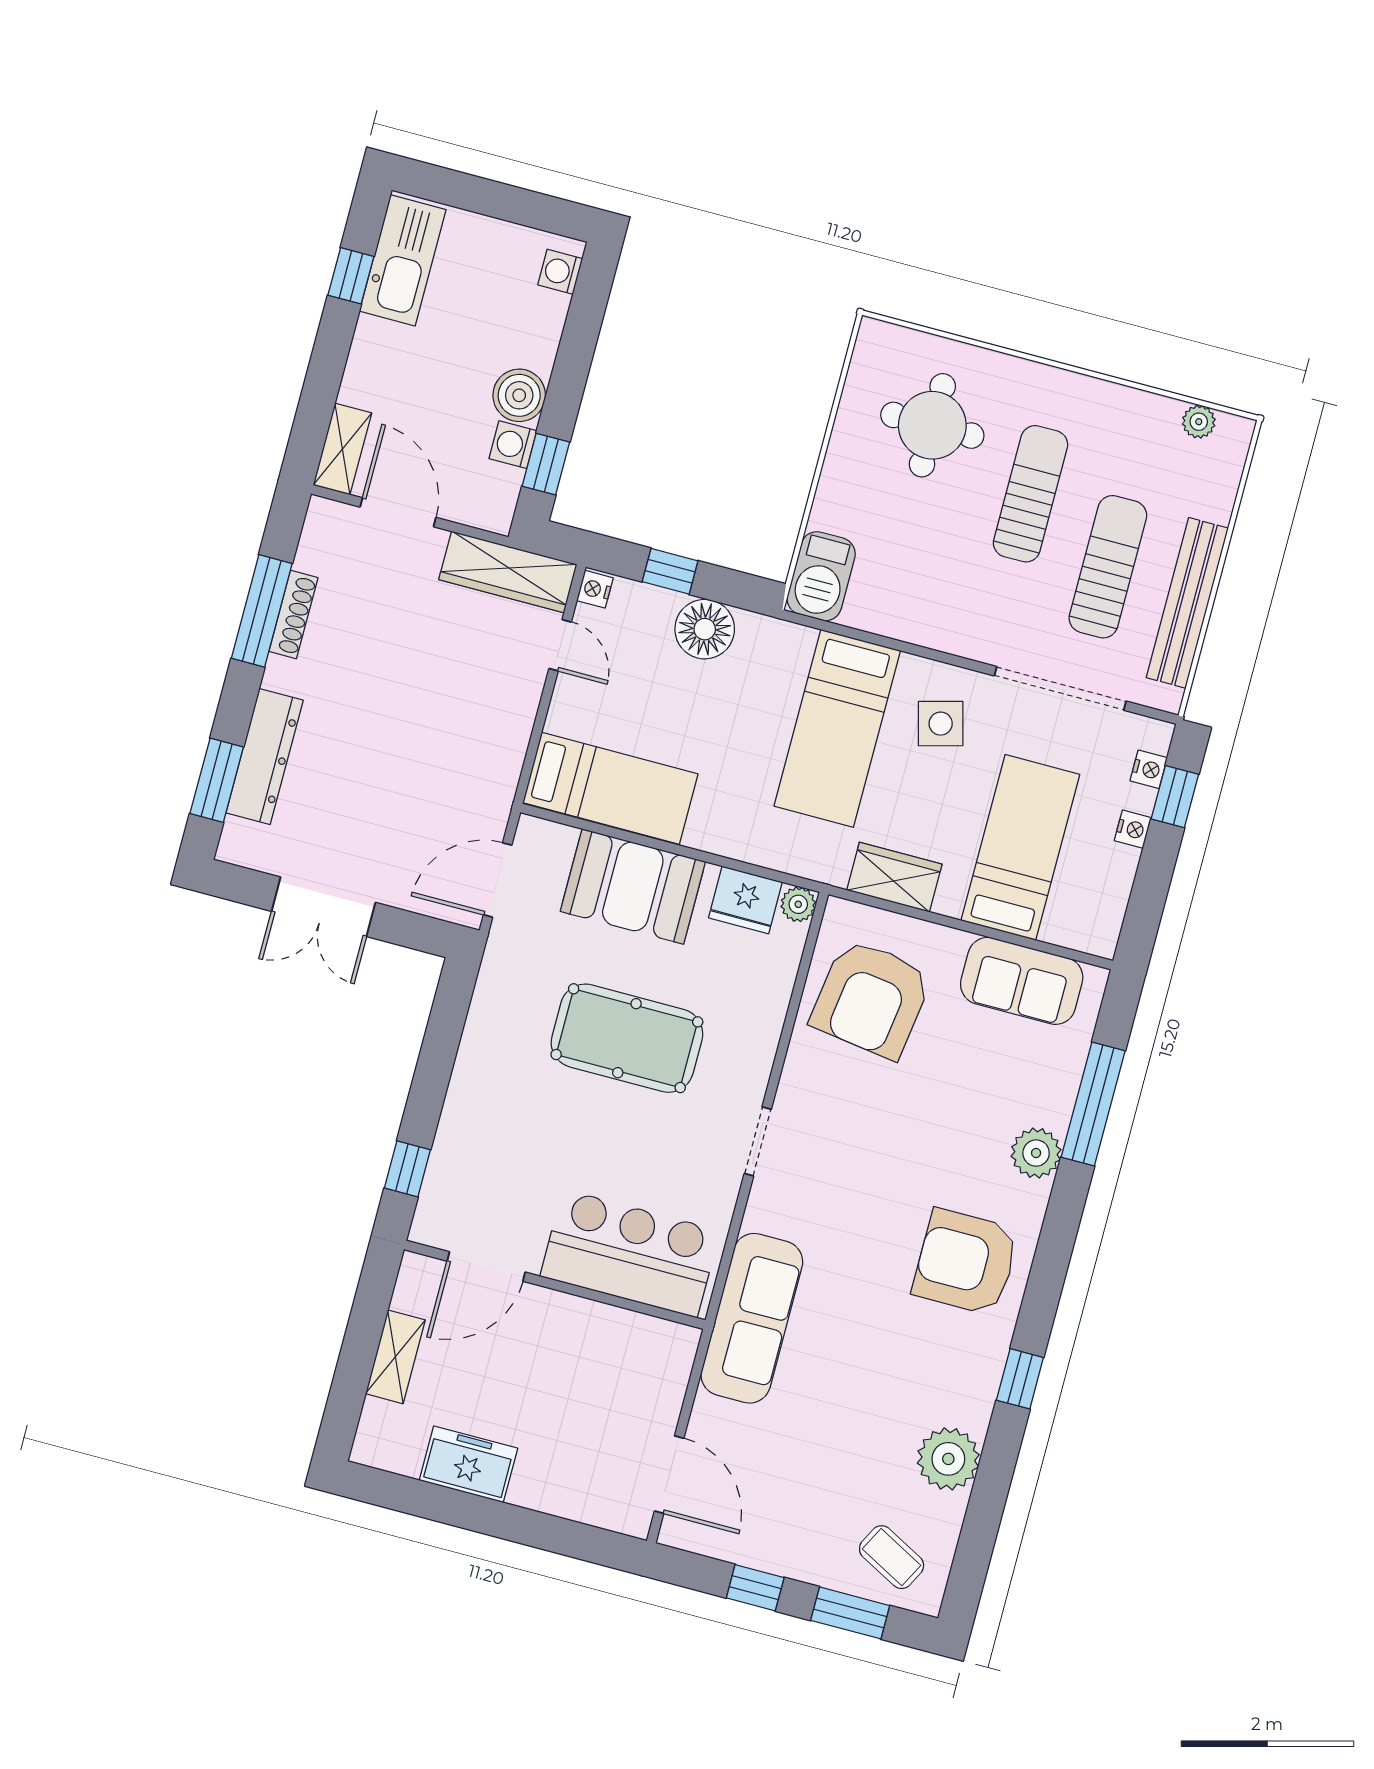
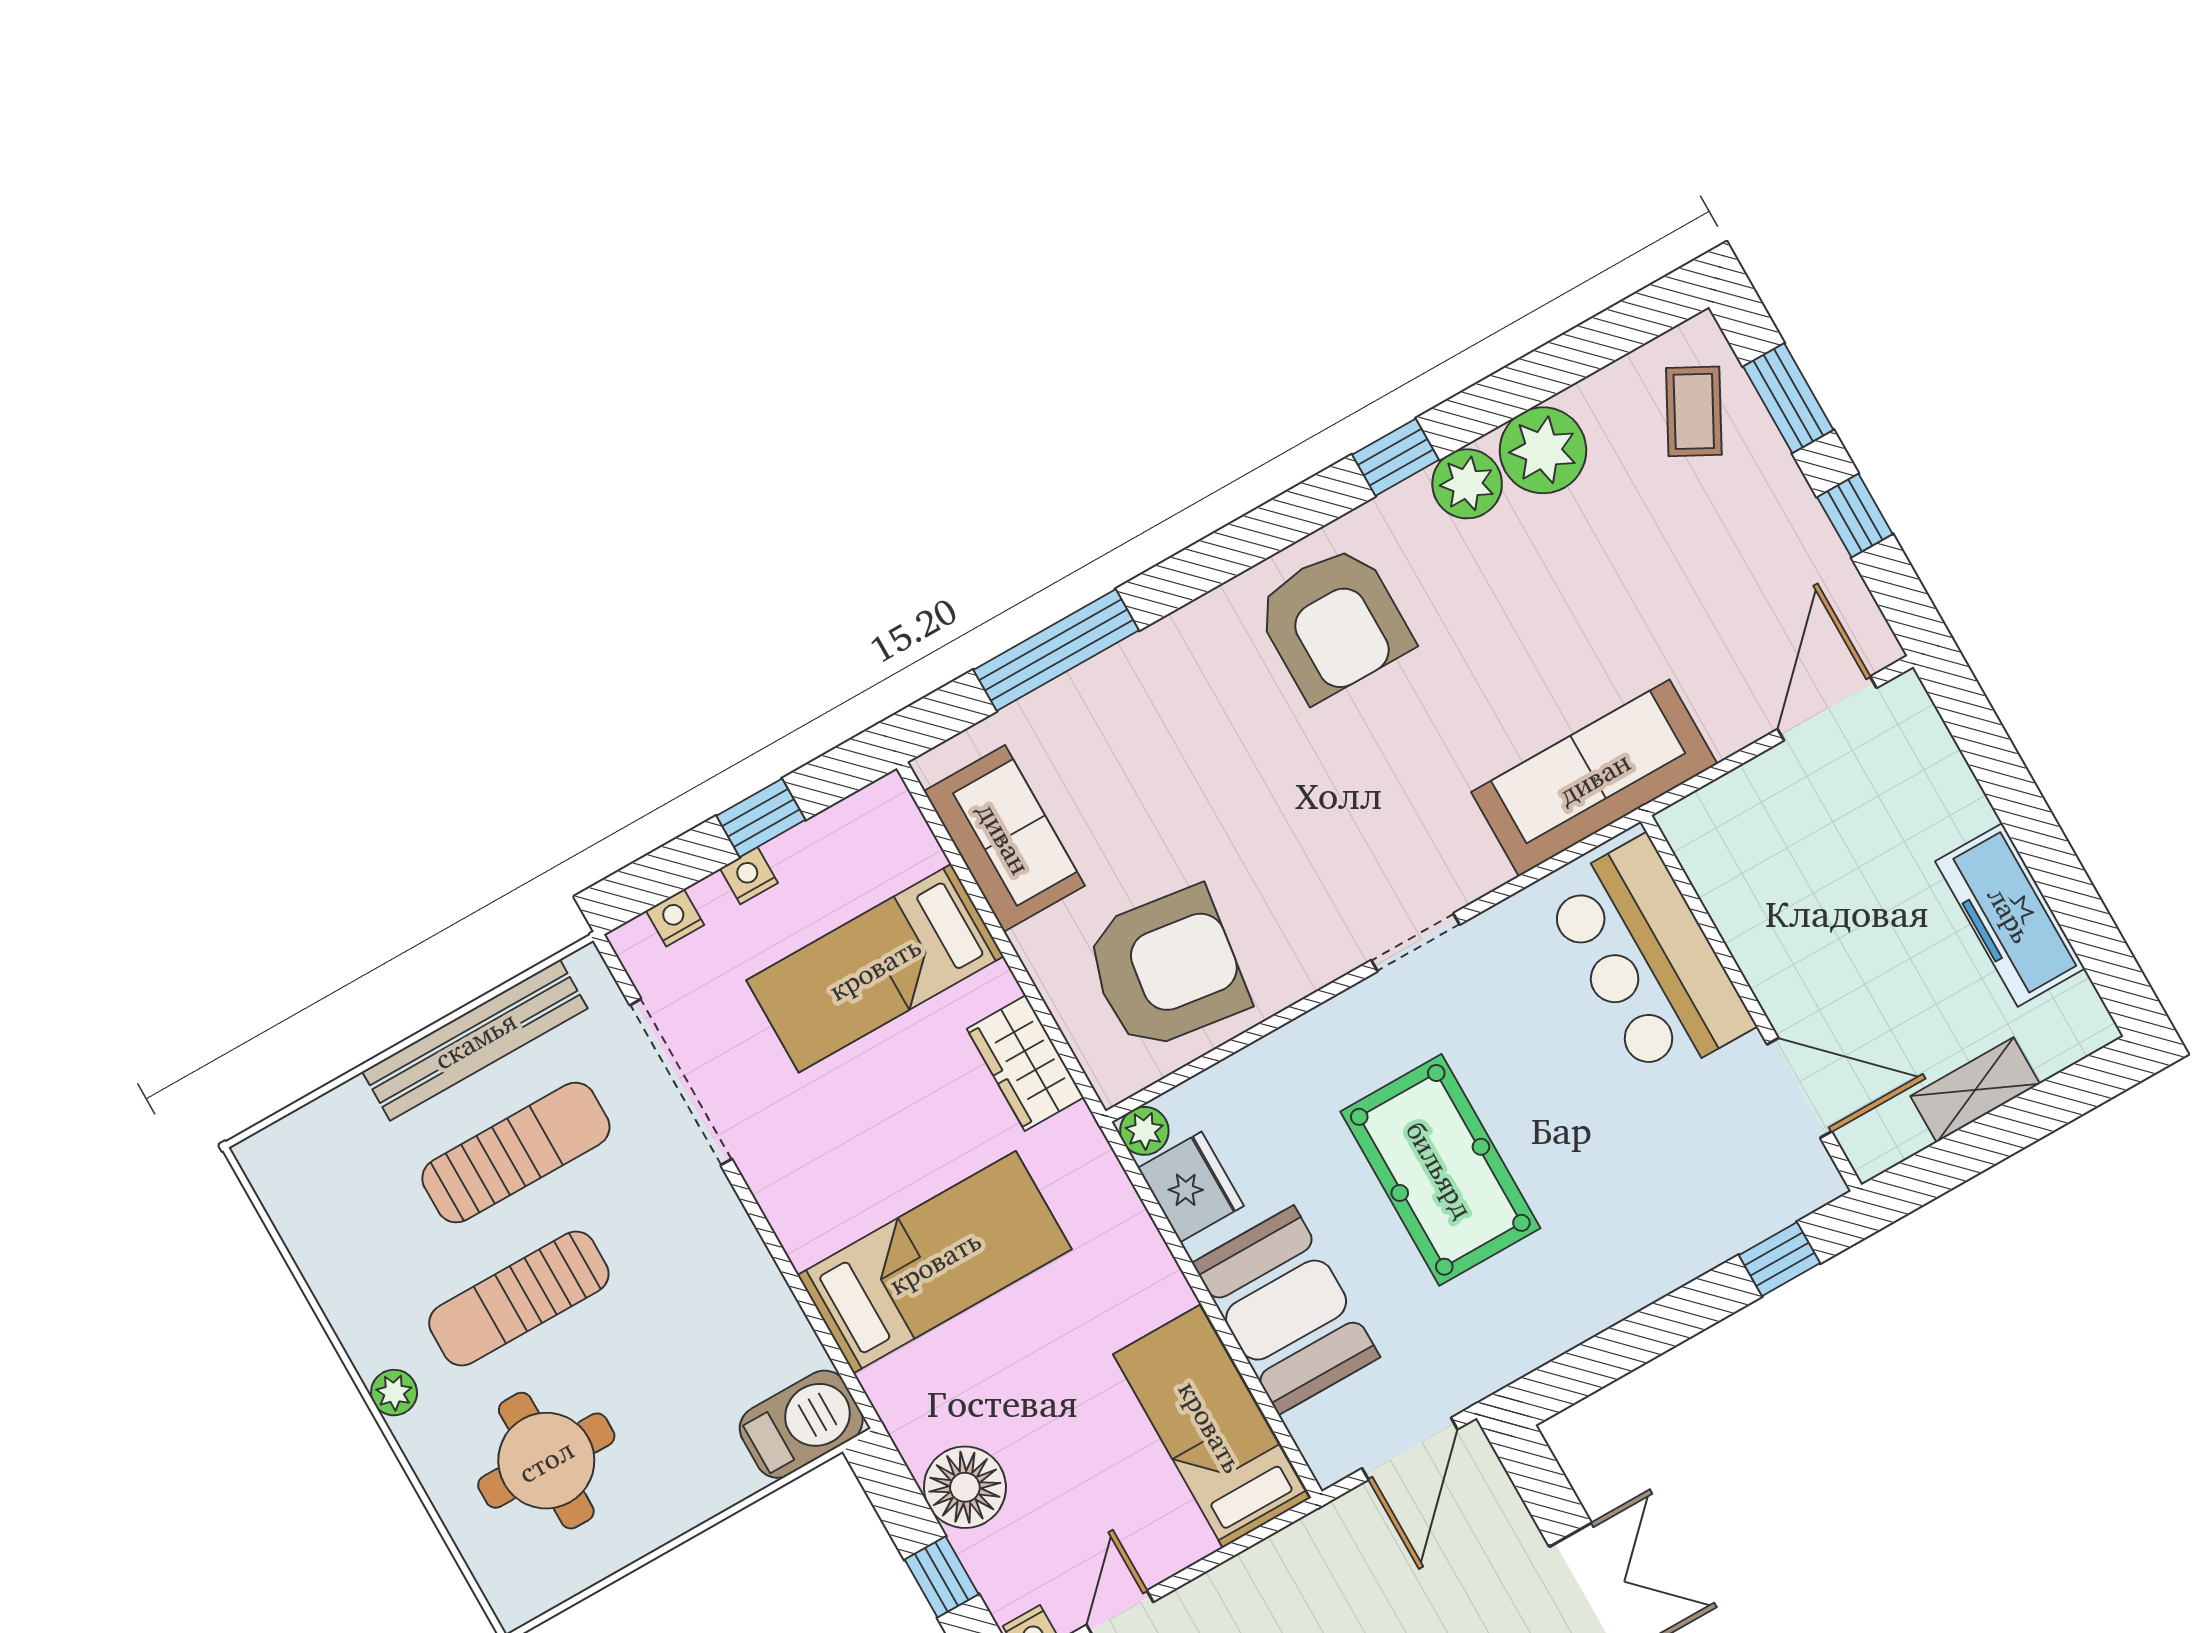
plant: (1199, 422) -> (394, 1393), moved
sun lounger: (1108, 567) -> (516, 1153), turned 180
side table: (941, 724) -> (830, 1165), removed
window: (1175, 797) -> (761, 818), moved
door: (498, 880) -> (1410, 1449), hinge flipped
plant: (1036, 1153) -> (1467, 484), moved
freezer: (468, 1464) -> (2010, 915), width x1.40

